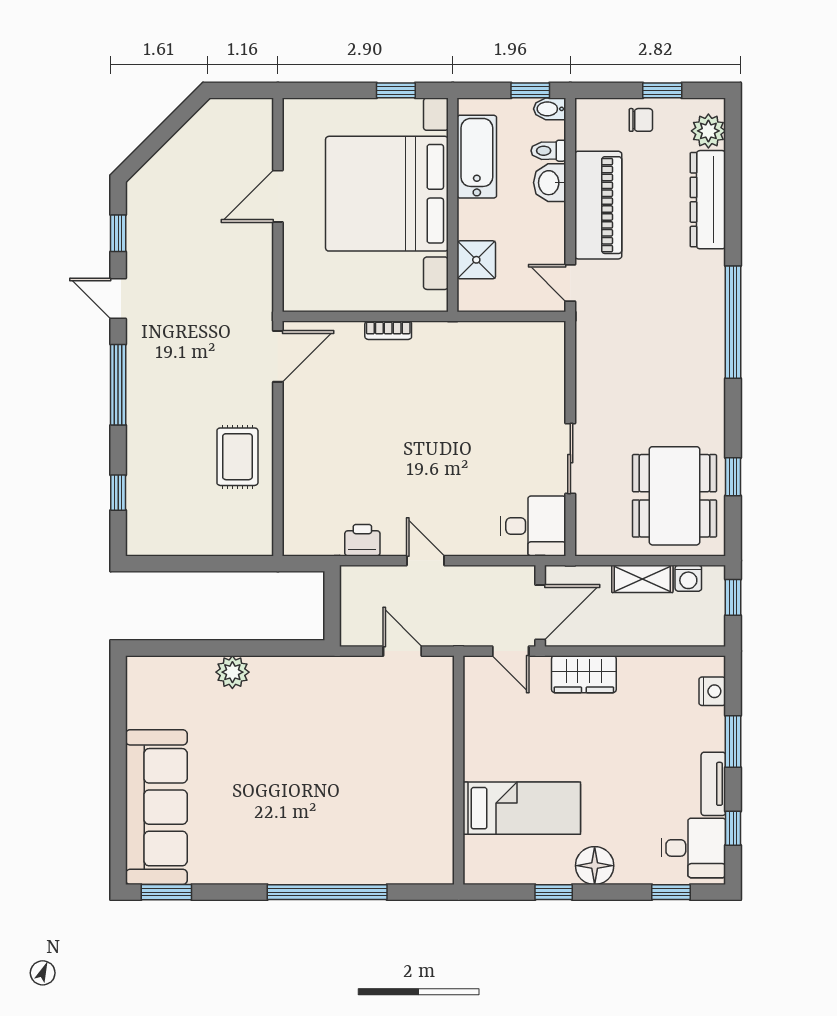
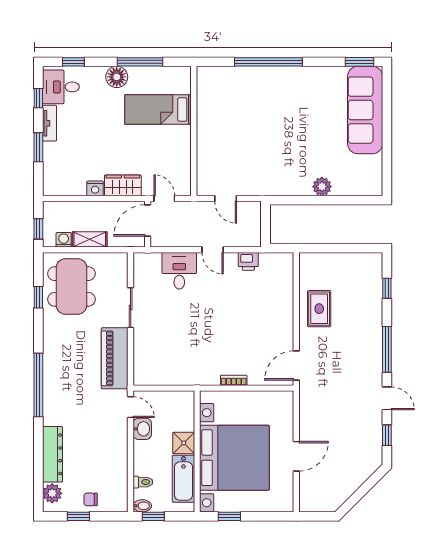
washbasin: (550, 183) -> (142, 429), moved
piano: (598, 205) -> (115, 358), moved
shower: (476, 260) -> (184, 443), moved
desk: (533, 526) -> (179, 271), moved, turned 90
nightstand: (712, 691) -> (95, 188), moved, turned -90
window: (554, 892) -> (140, 62), width x2.17

